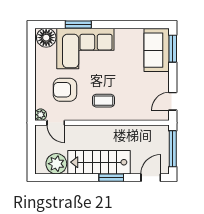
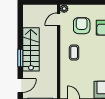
plant: (56, 164) -> (30, 20), removed
door: (151, 178) -> (20, 86), hinge flipped

